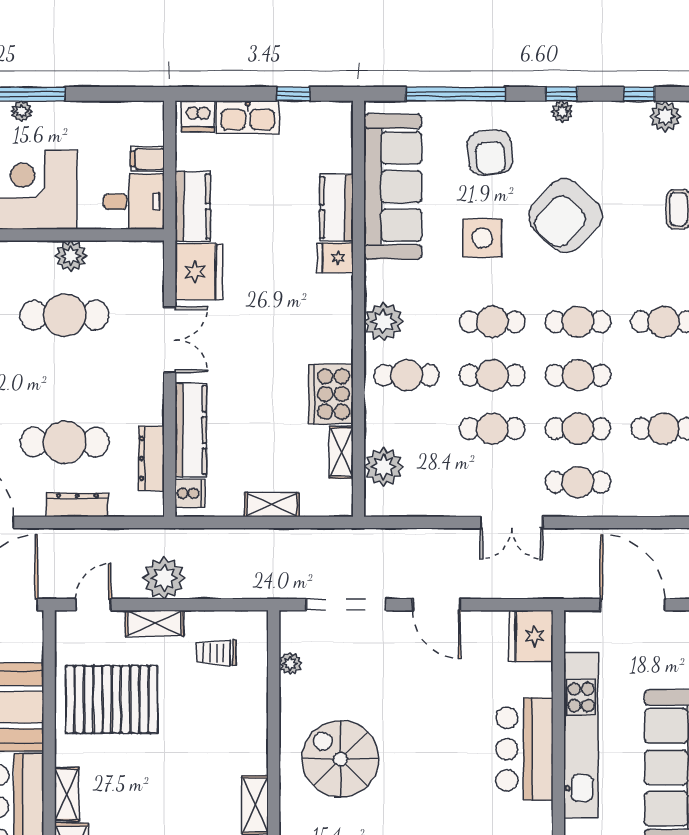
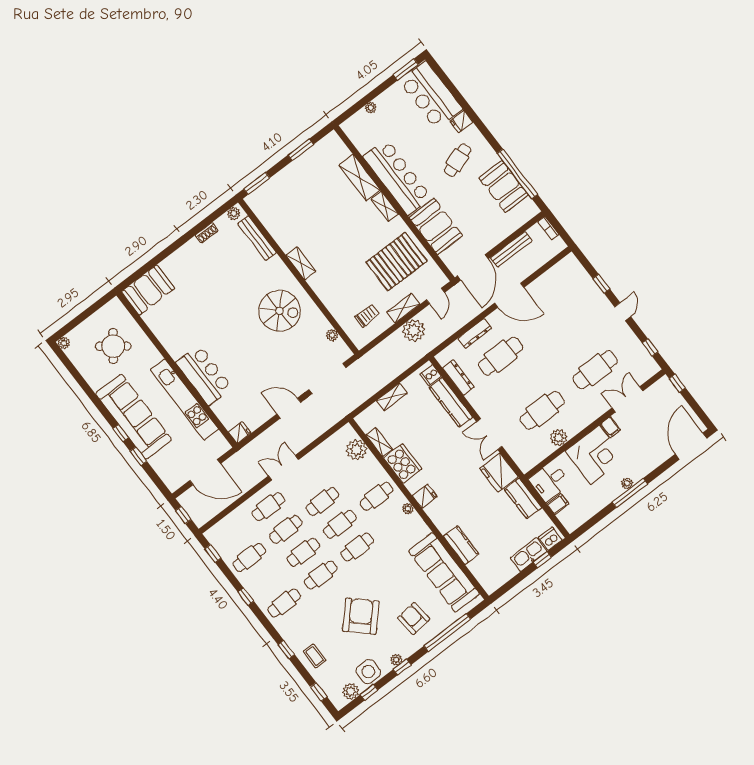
window: (294, 94) -> (542, 560), moved
side table: (482, 238) -> (368, 672), moved
fridge: (335, 258) -> (425, 496), moved
plant: (383, 322) -> (408, 509), width x0.53, depth x0.53
fridge: (531, 636) -> (240, 433), width x0.53, depth x0.75

